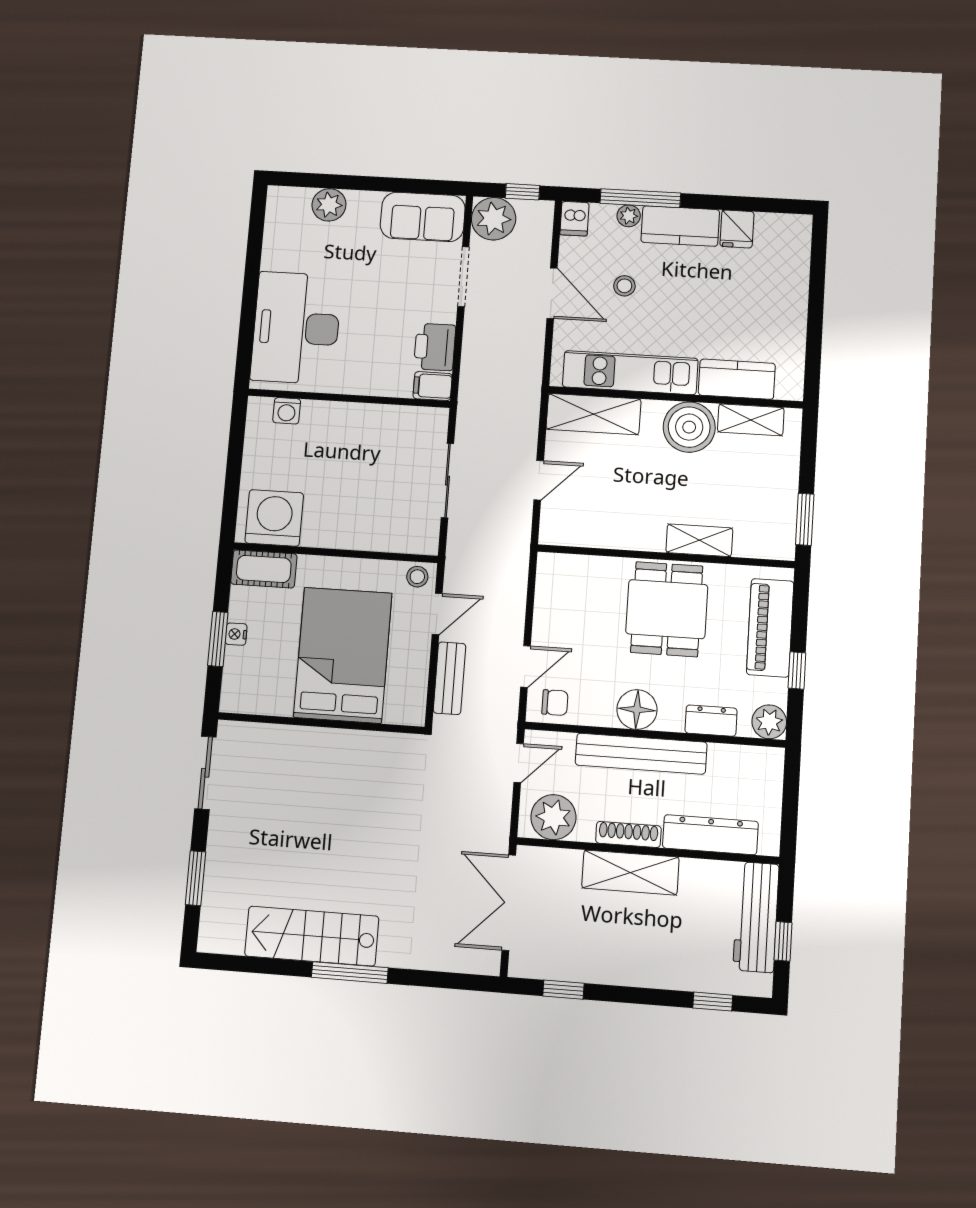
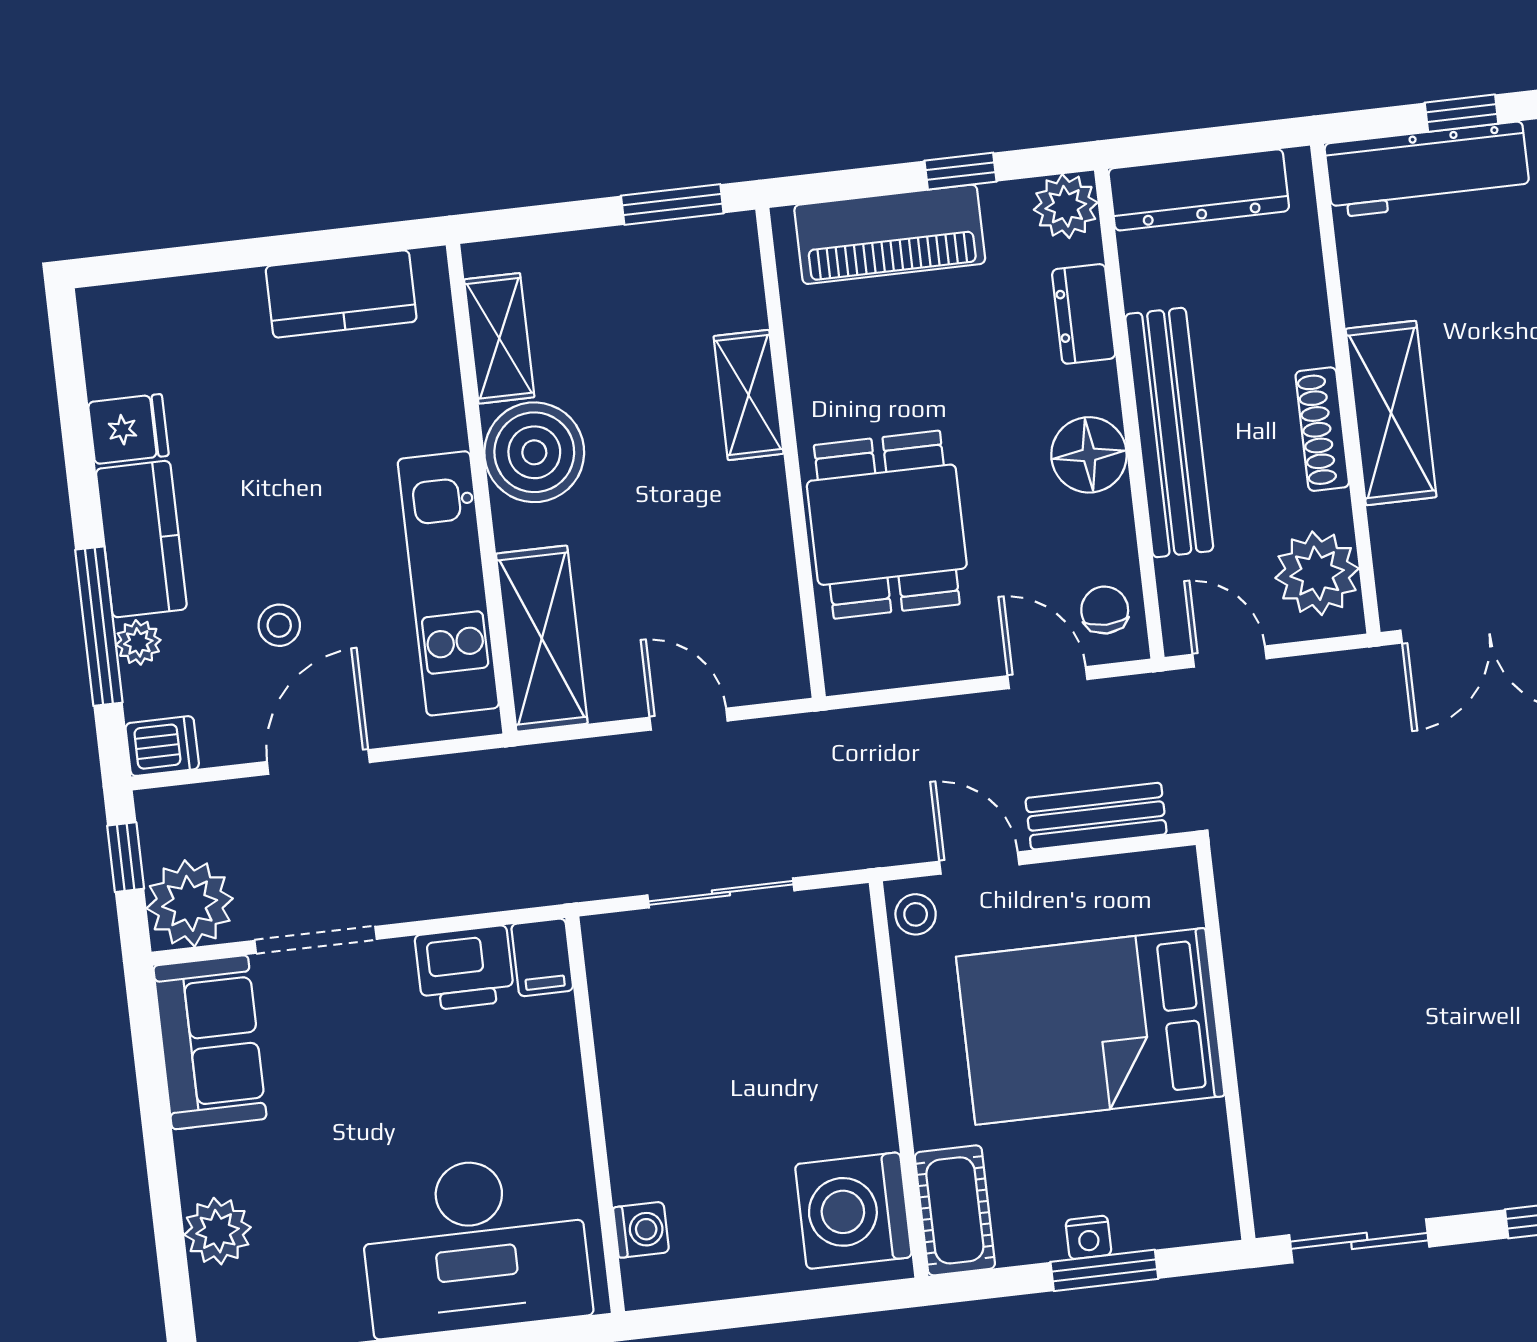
kitchen counter: (737, 379) -> (341, 294), moved, turned -90
dining table: (667, 609) -> (887, 525), moved, turned 90
dresser: (710, 835) -> (1199, 190), moved, turned -90

